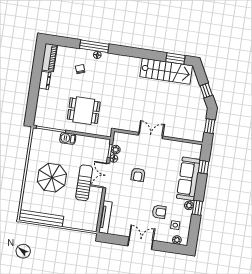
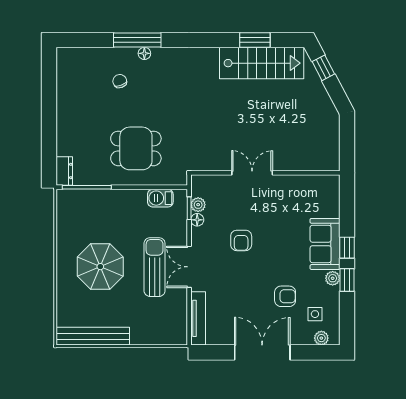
piano: (49, 58) -> (66, 70), removed
window: (175, 59) -> (255, 40), moved
dresser: (45, 80) -> (64, 171), moved
window: (206, 91) -> (323, 68), moved
window: (210, 126) -> (347, 143), removed
barbecue: (68, 138) -> (160, 198), moved
window: (203, 167) -> (347, 248), moved
double door: (106, 176) -> (189, 267), moved
sofa: (188, 179) -> (325, 244), width x0.73
double door: (140, 243) -> (262, 352), width x1.37

